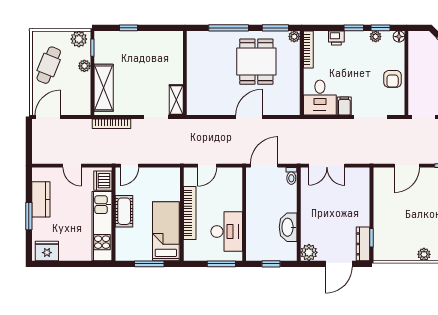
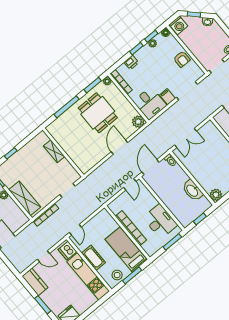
washing machine: (419, 40) -> (178, 25), added
shelving: (176, 100) -> (54, 151), moved
plant: (291, 107) -> (138, 122), added
door: (207, 166) -> (130, 184), moved
kitchen counter: (41, 199) -> (35, 282), moved
stool: (134, 250) -> (117, 275), added

